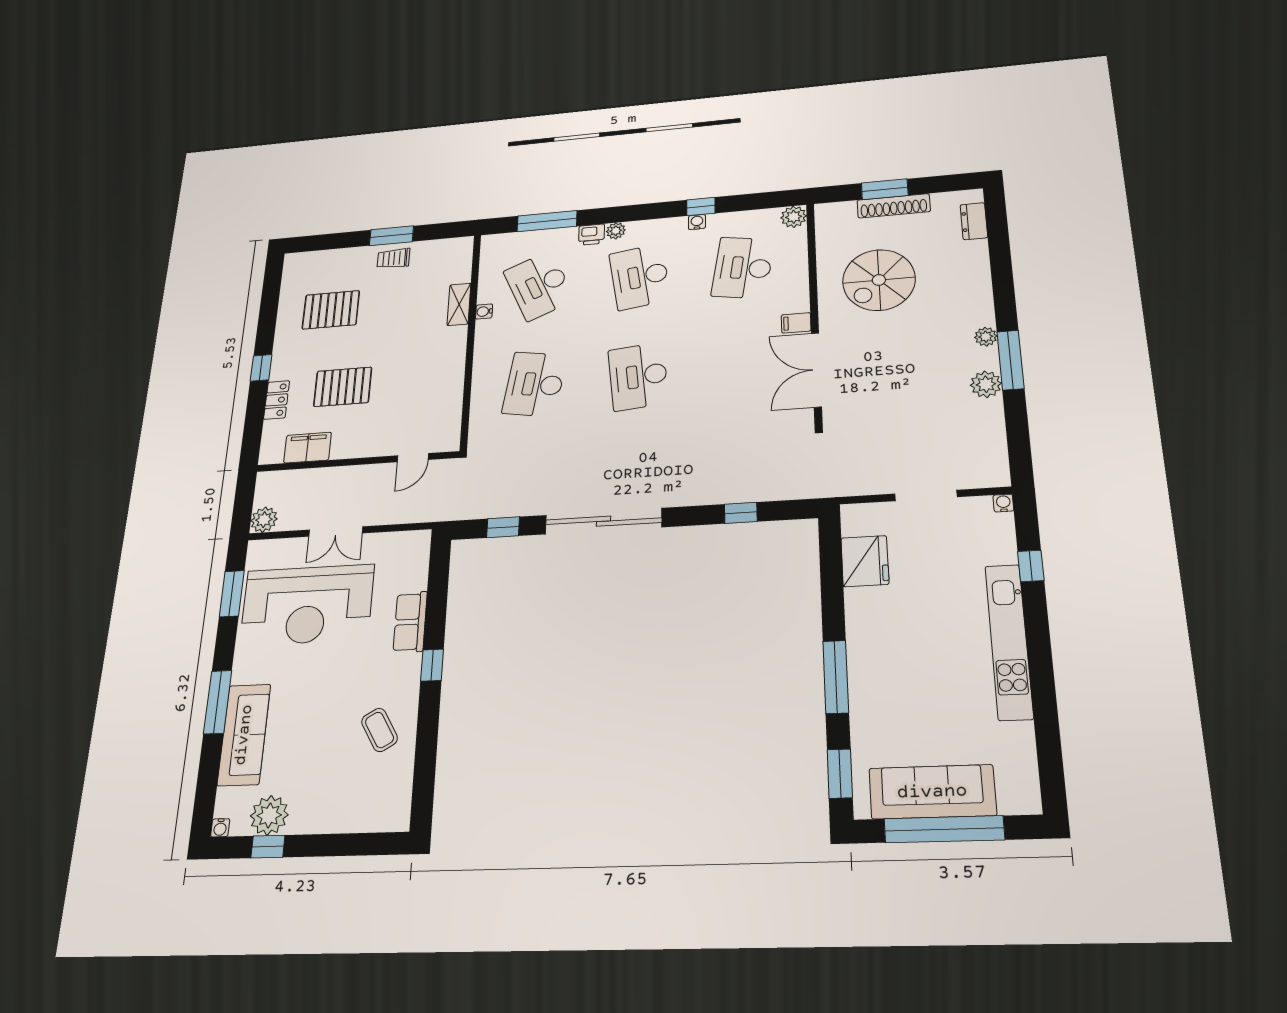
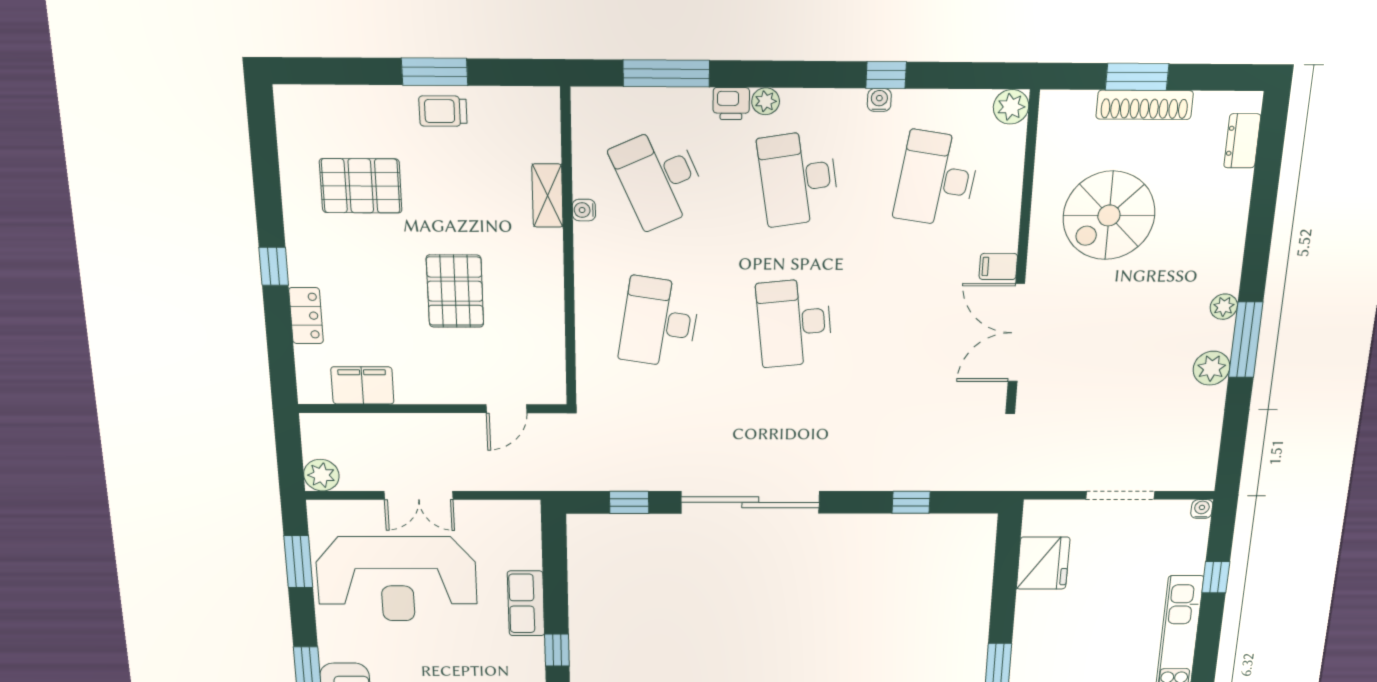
pallet: (343, 387) -> (455, 291), moved, turned 90

